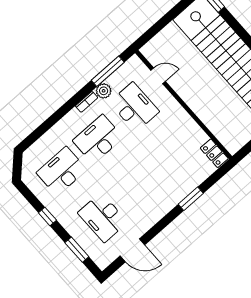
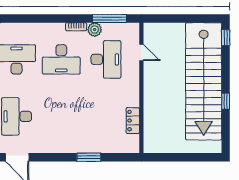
desk: (98, 139) -> (61, 59), turned 180
locker: (214, 153) -> (133, 121), moved

